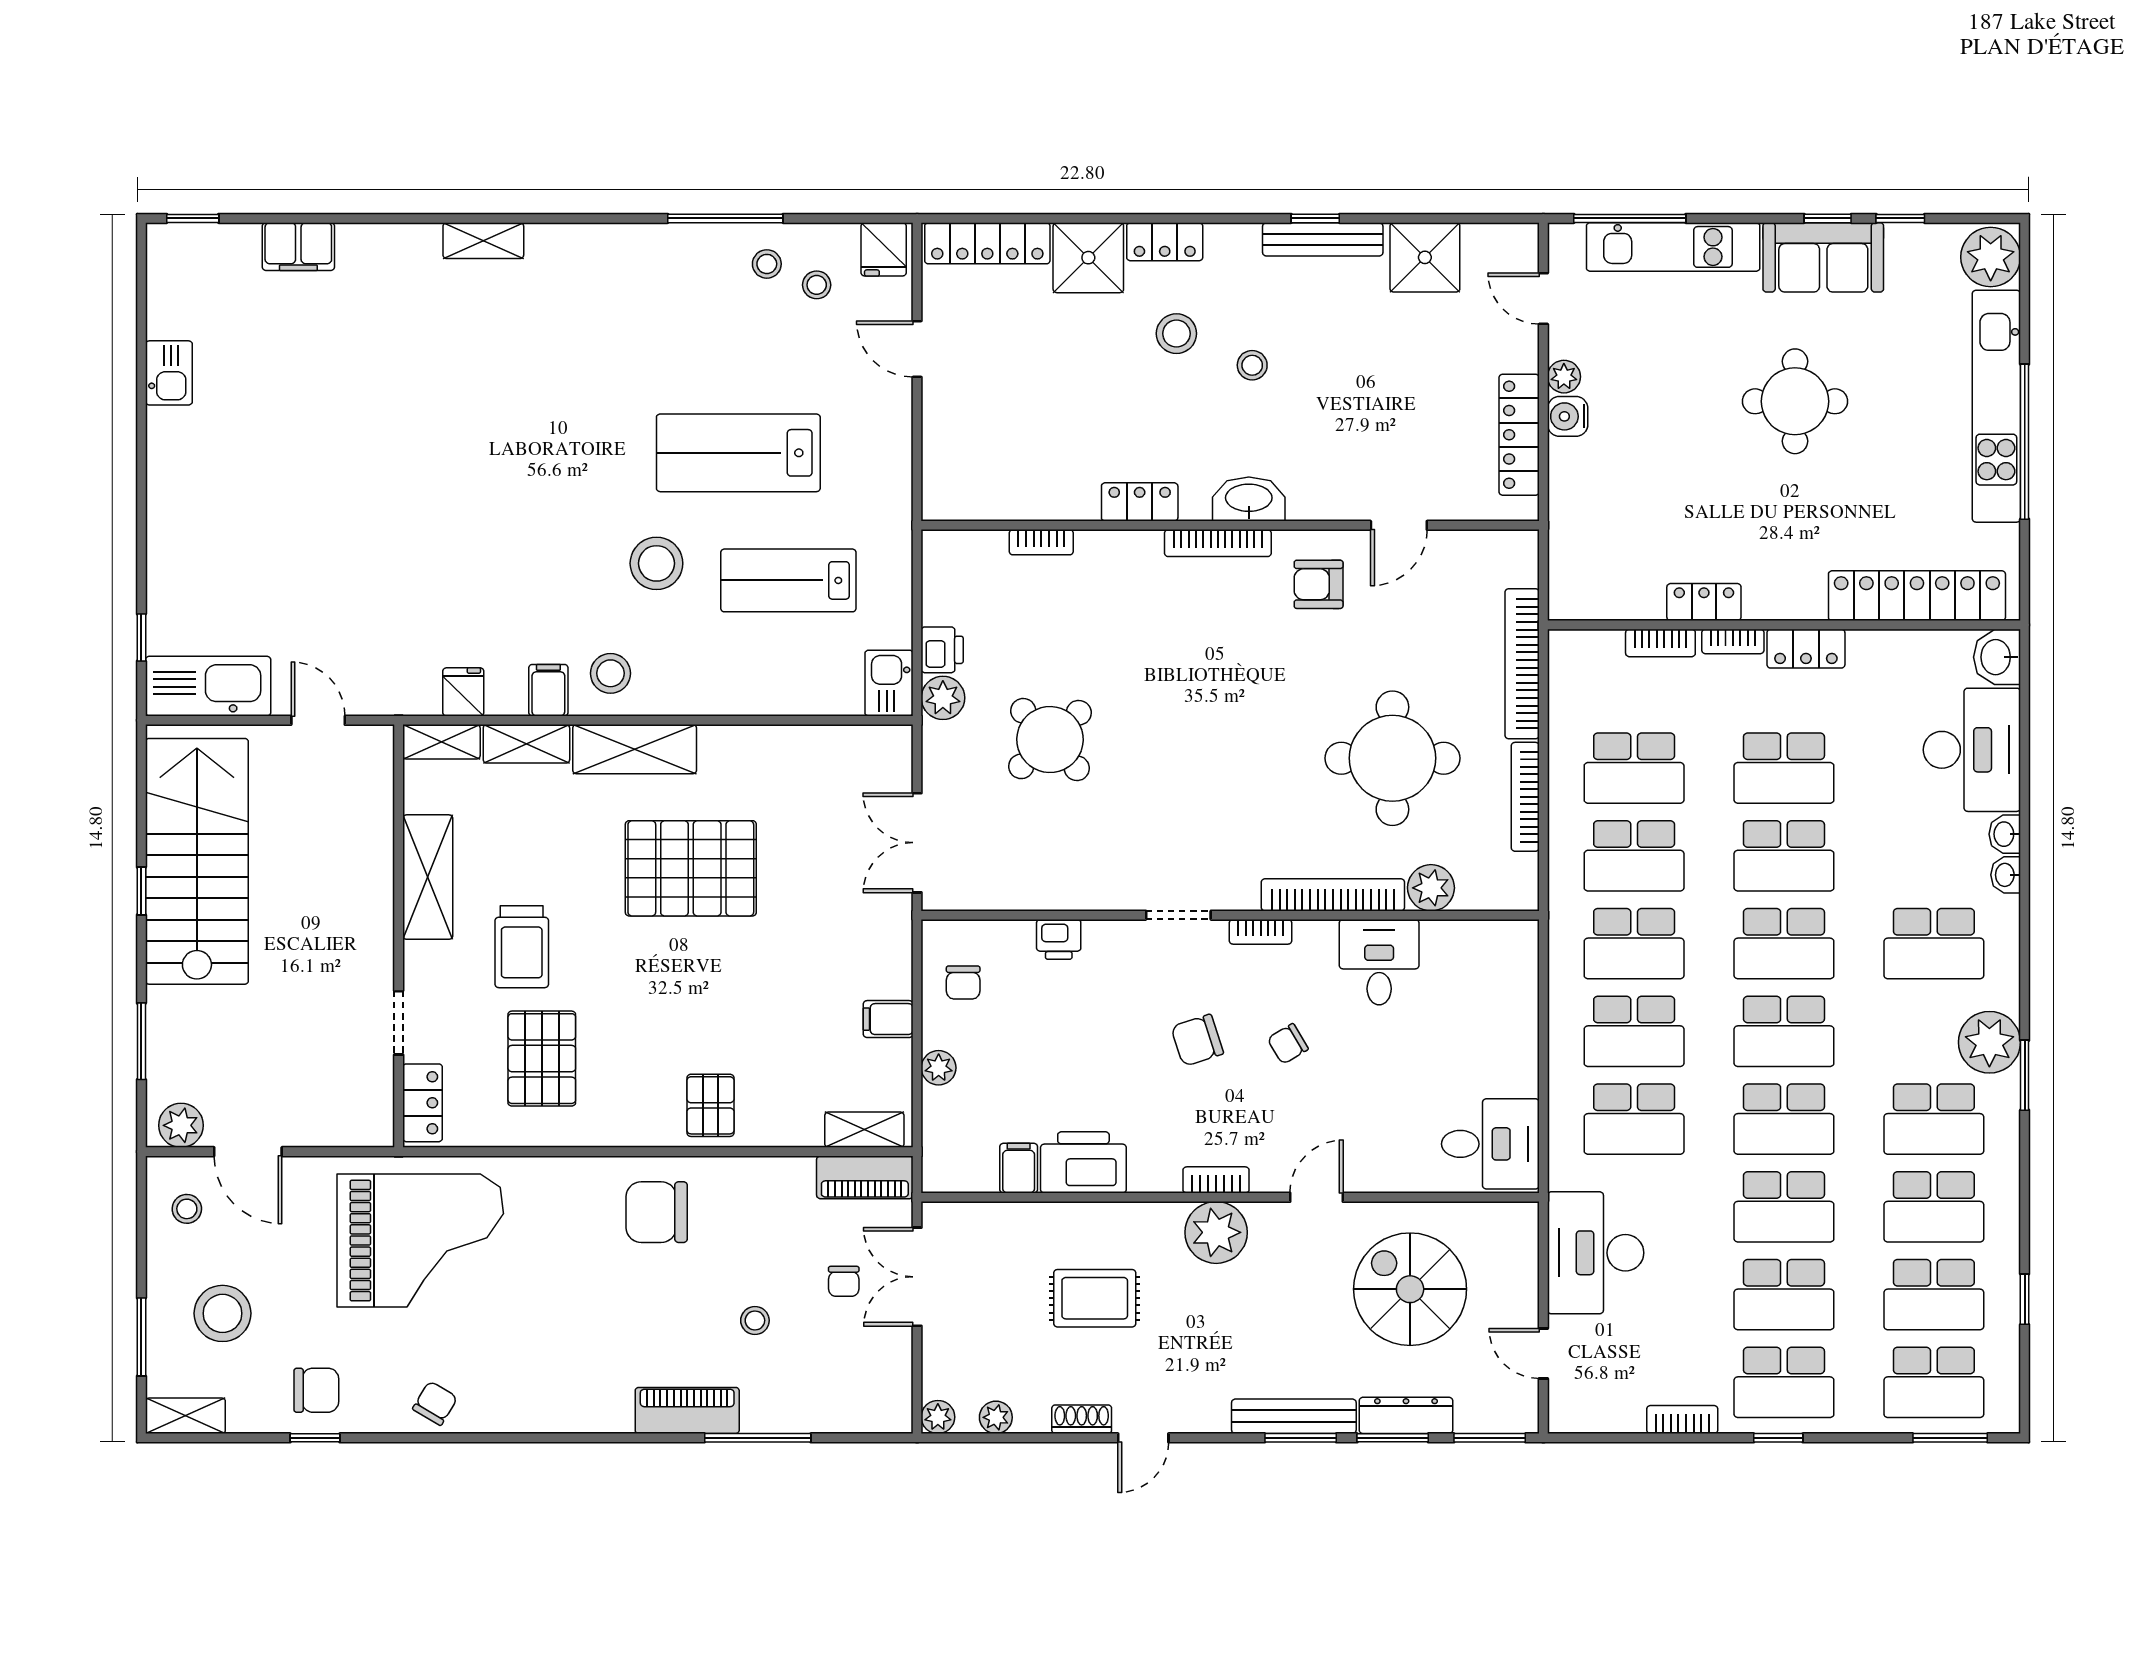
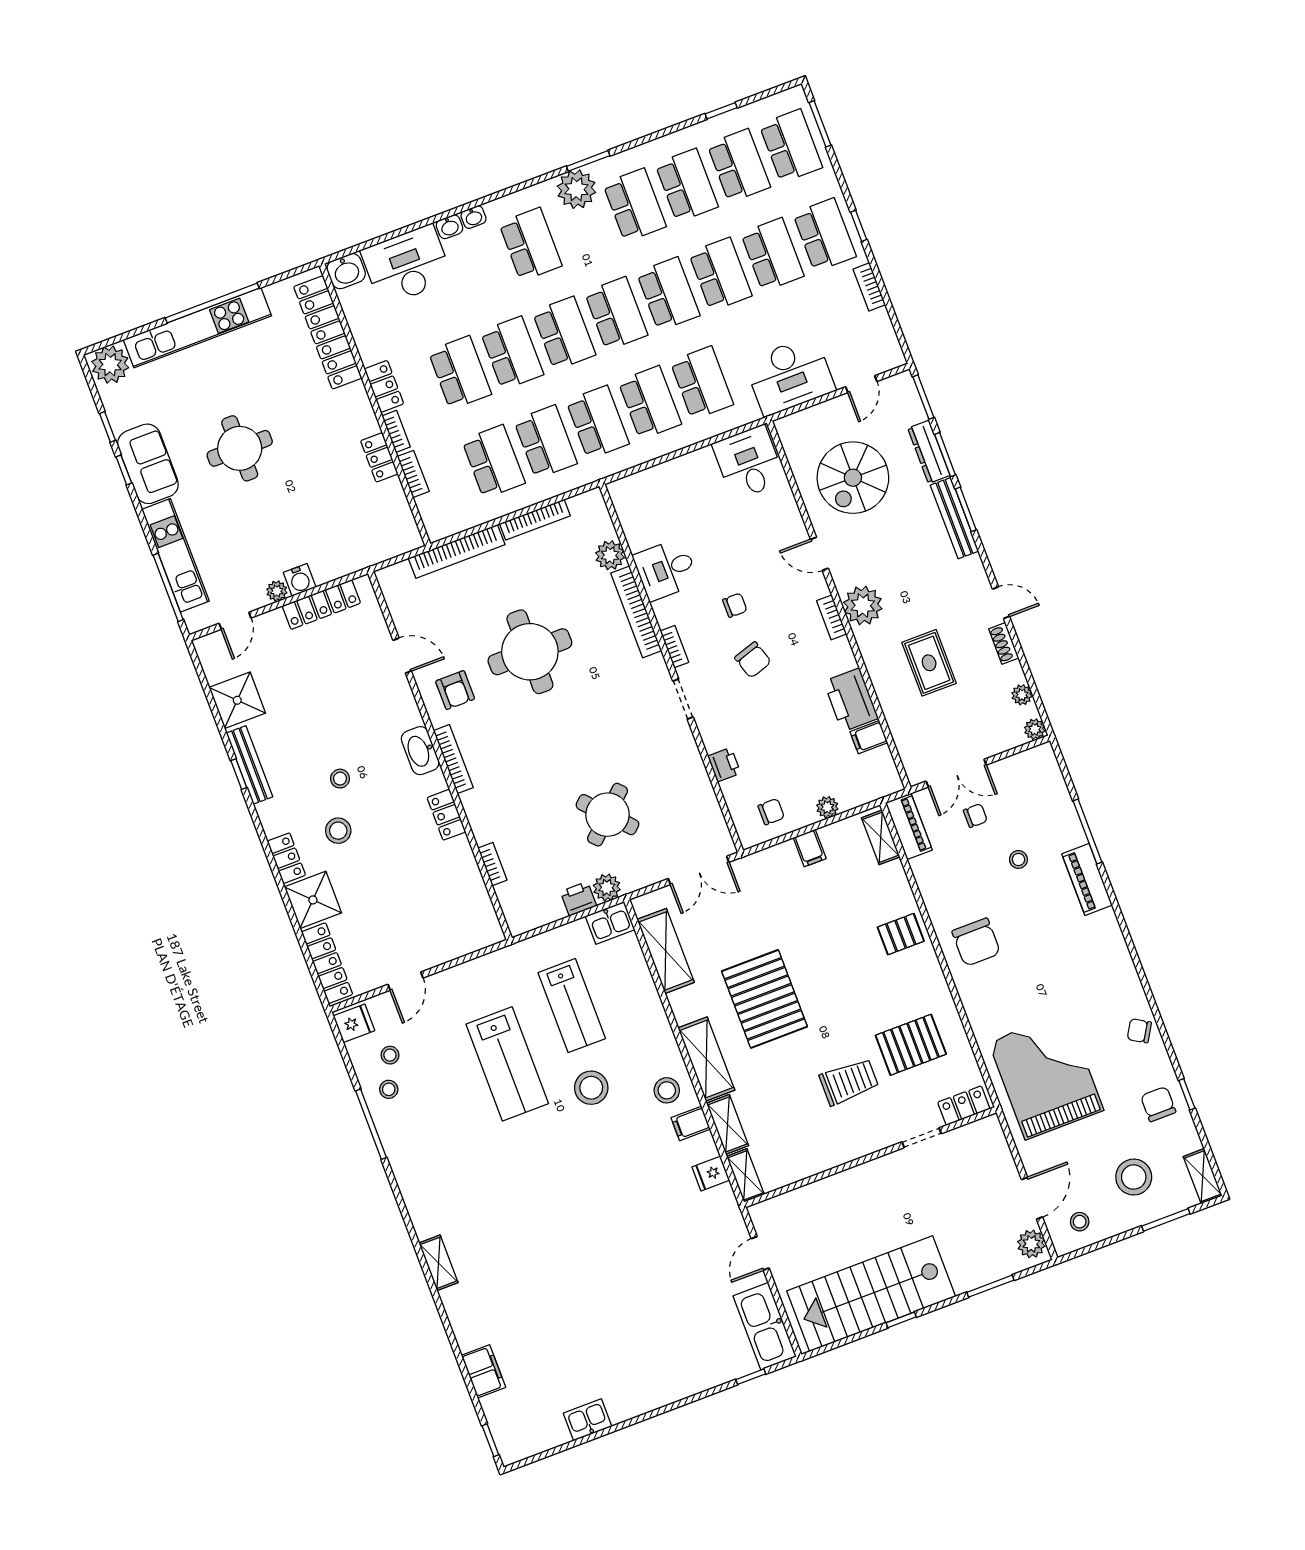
round table: (1392, 758) -> (530, 652), moved
shelving: (428, 877) -> (666, 951), moved, turned 90
chair: (1288, 1044) -> (735, 605), turned -59

